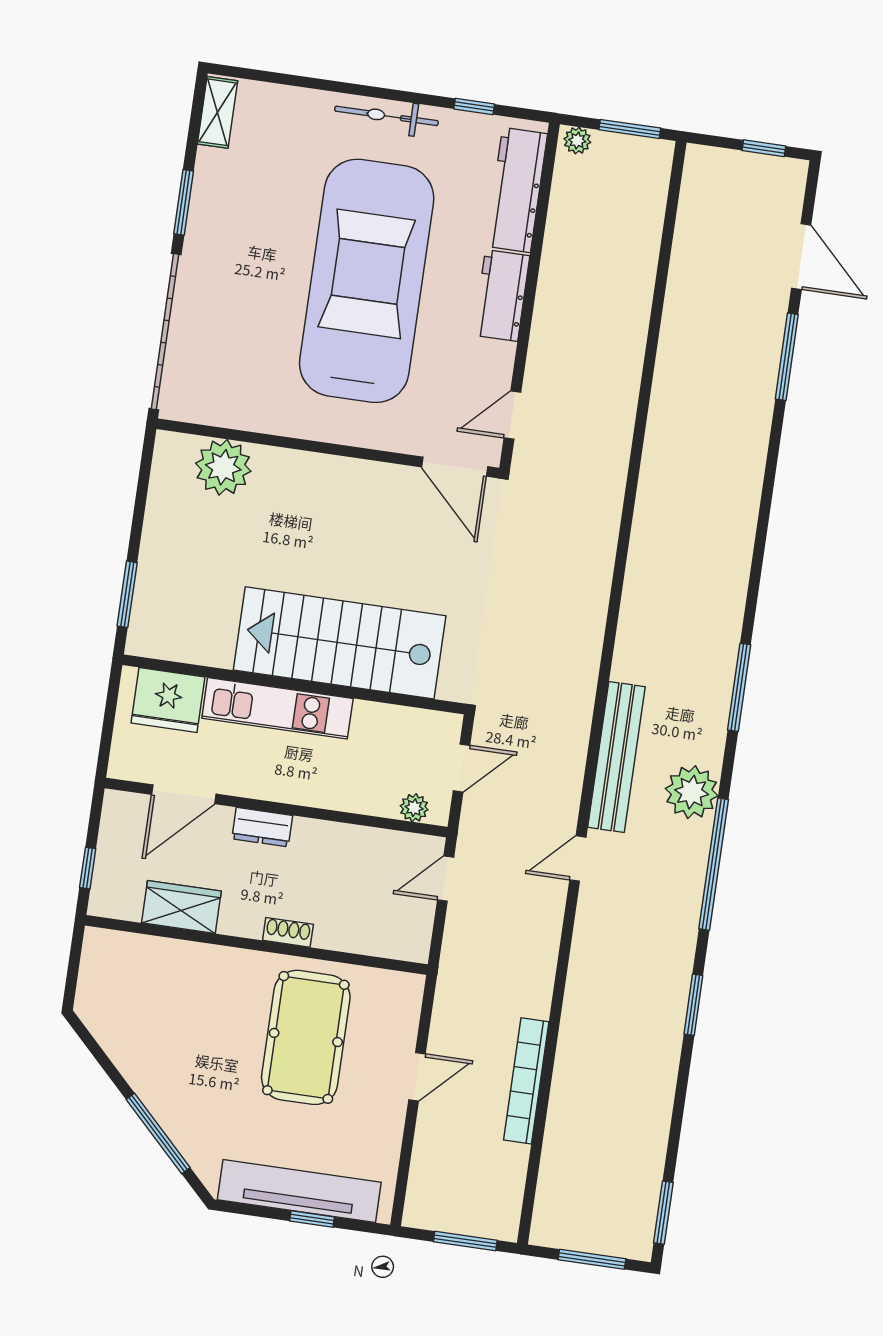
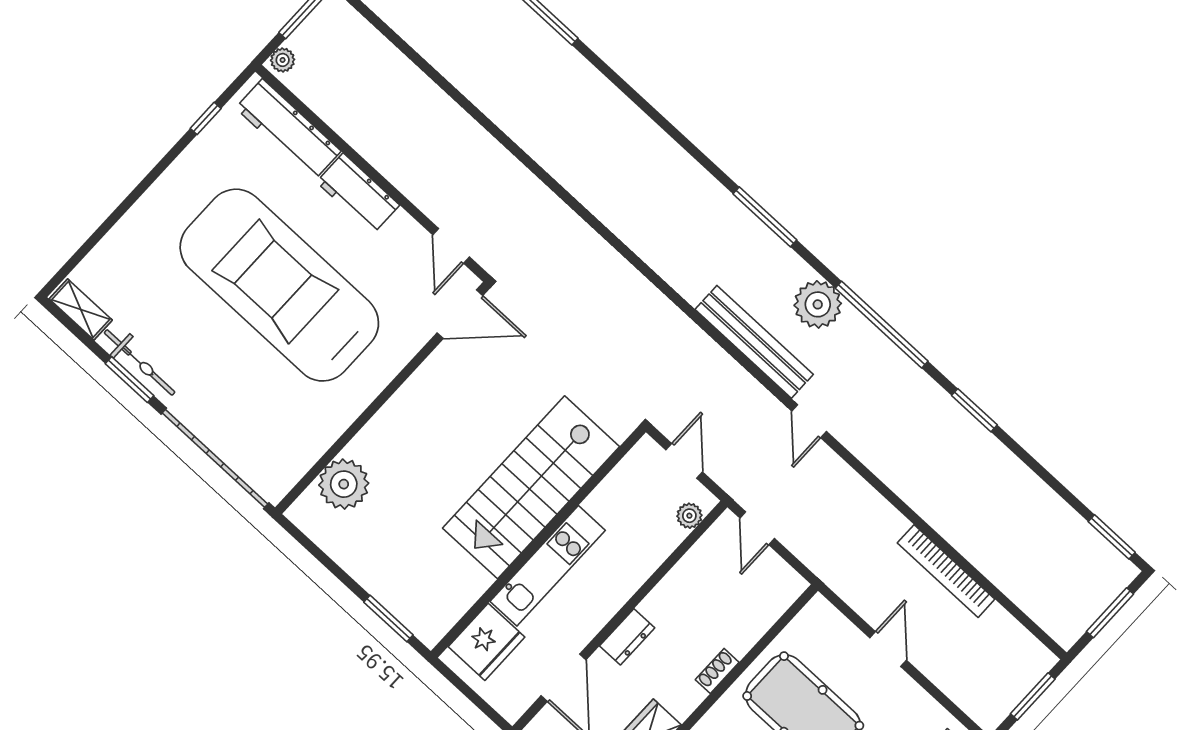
bicycle: (386, 116) -> (140, 362), moved, turned -90

